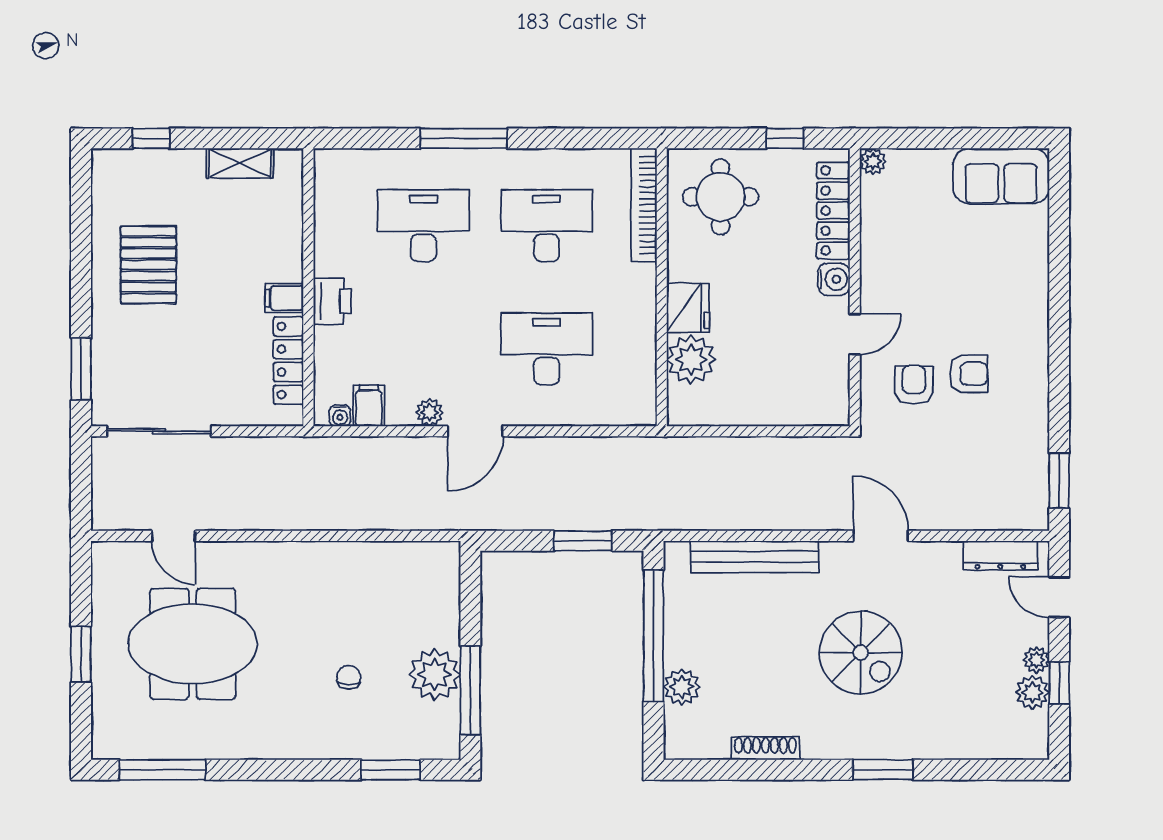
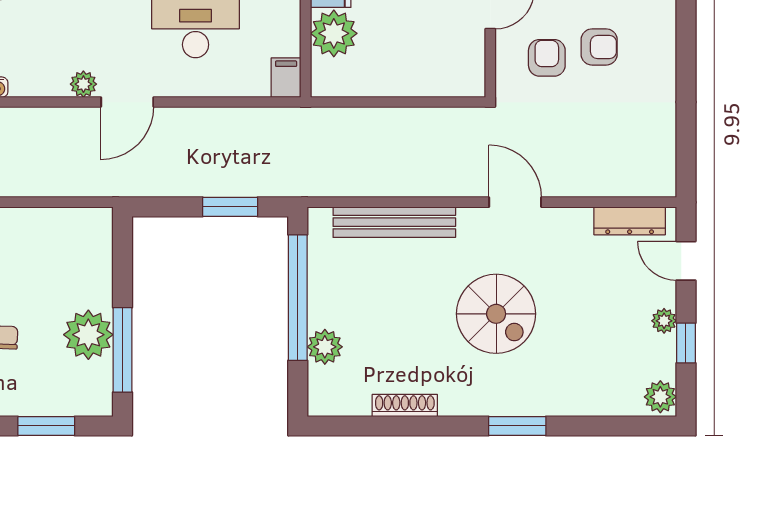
filing cabinet: (369, 406) -> (286, 78), moved
window: (1059, 481) -> (686, 149), removed
plant: (1032, 692) -> (660, 397), moved

